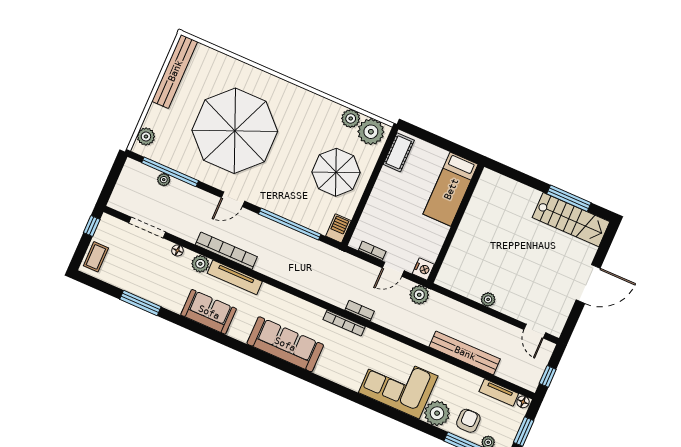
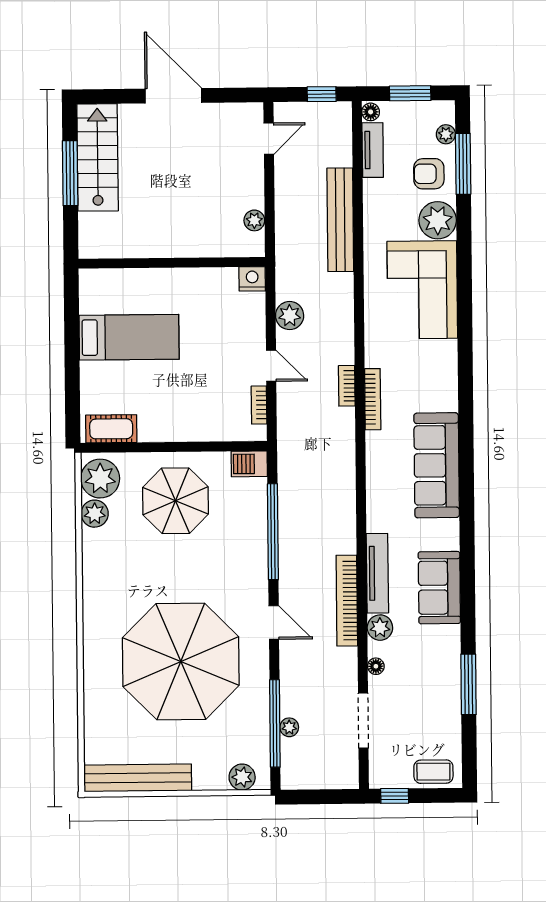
wall: (456, 224) -> (172, 263), moved
nightstand: (423, 269) -> (252, 279), moved

